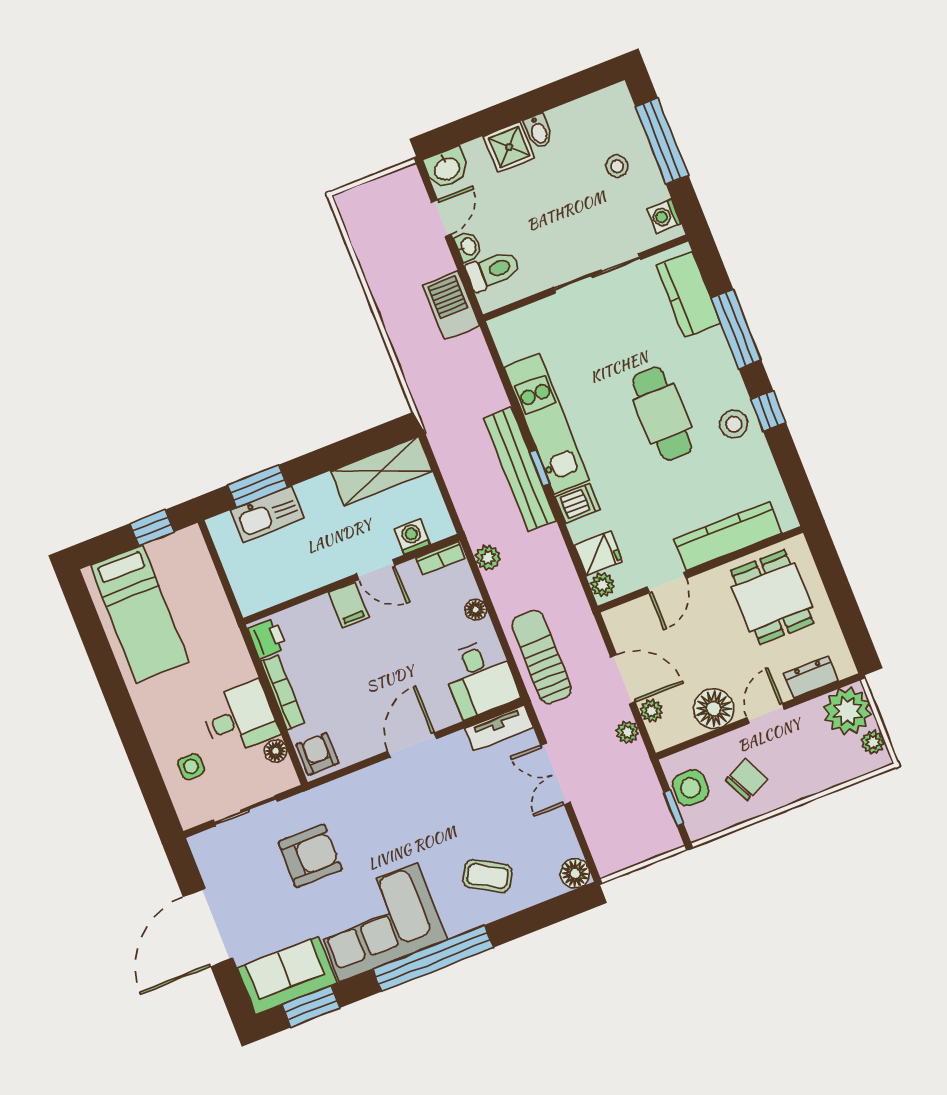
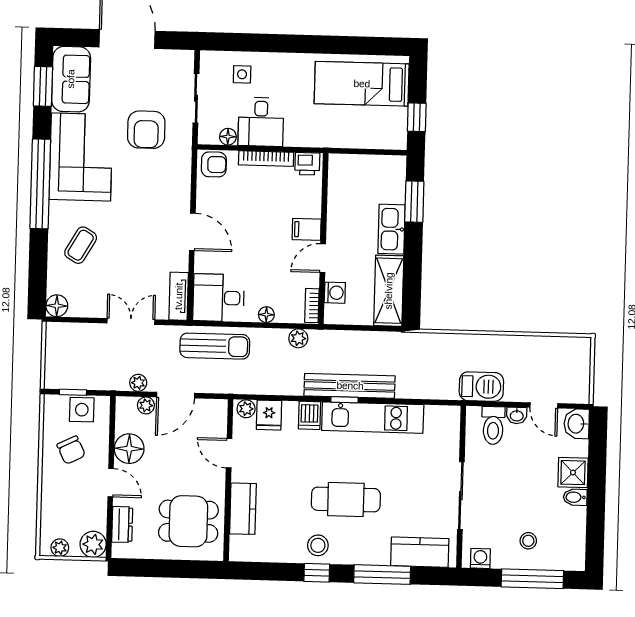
kitchen sink: (267, 514) -> (392, 229), moved
kitchen counter: (728, 536) -> (243, 509), width x0.67
plant: (848, 711) -> (93, 544), width x0.73, depth x0.73

